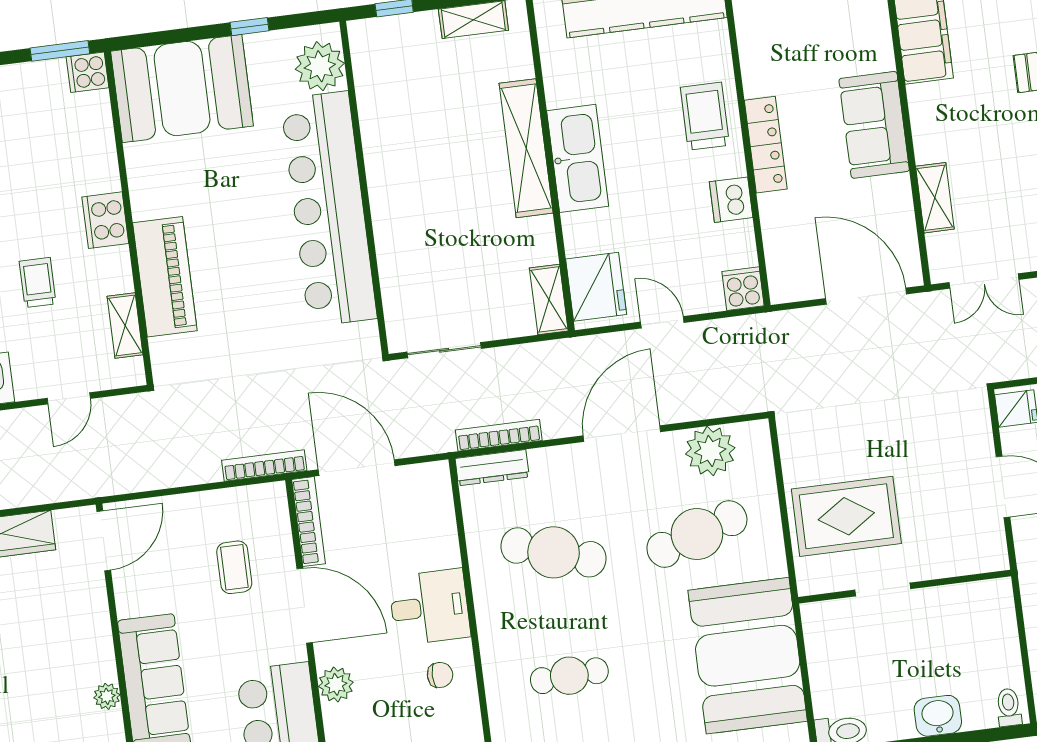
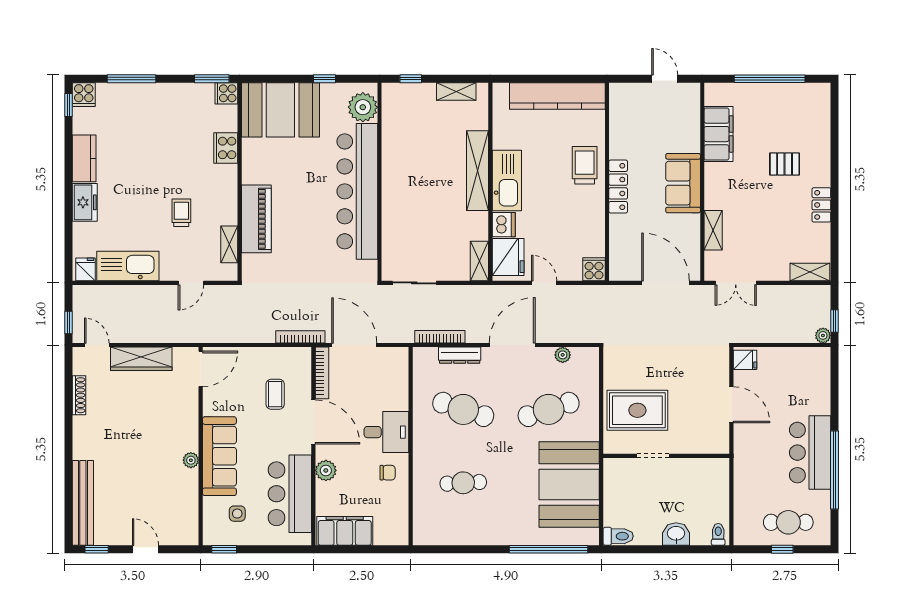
dishwasher: (731, 200) -> (504, 225), moved, turned 180
cooker: (105, 220) -> (226, 148), moved
plant: (710, 451) -> (563, 355), width x0.53, depth x0.53
dresser: (492, 468) -> (460, 355), moved

